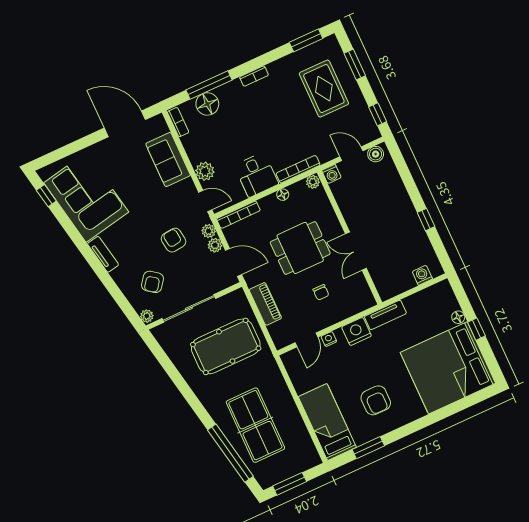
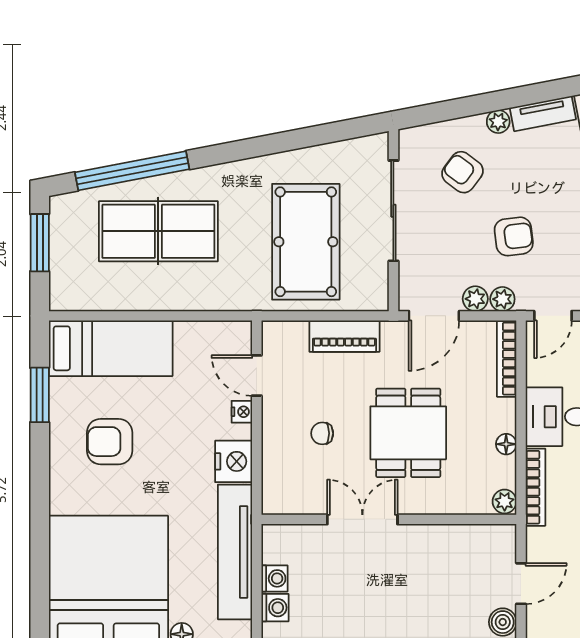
washing machine: (331, 174) -> (274, 578), moved, turned 180
tv unit: (385, 315) -> (235, 552), width x1.92, depth x1.29
plant: (147, 316) -> (498, 122), moved

